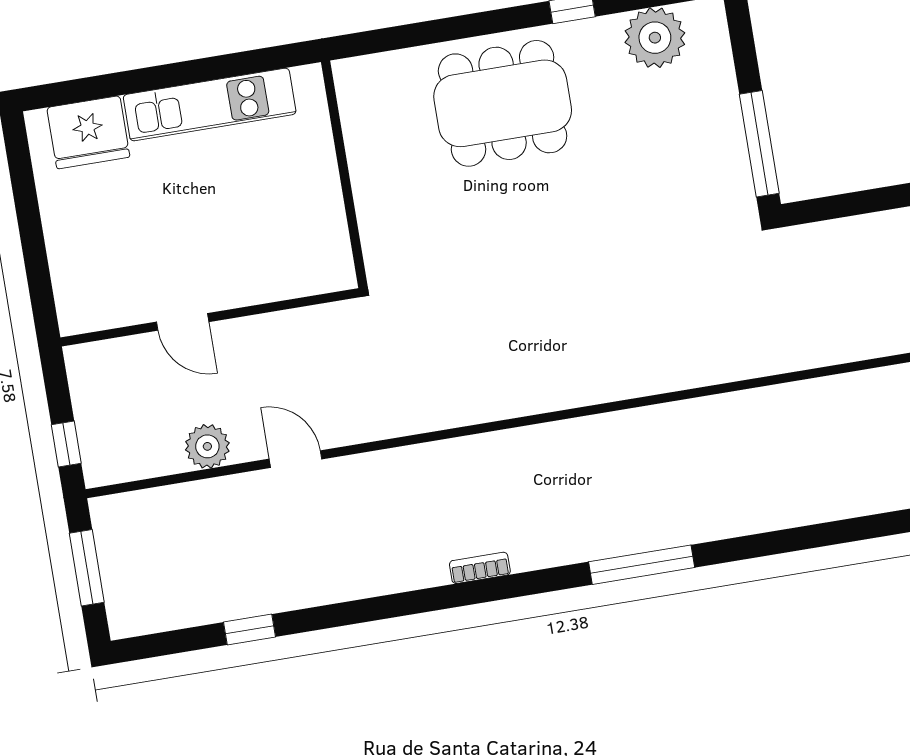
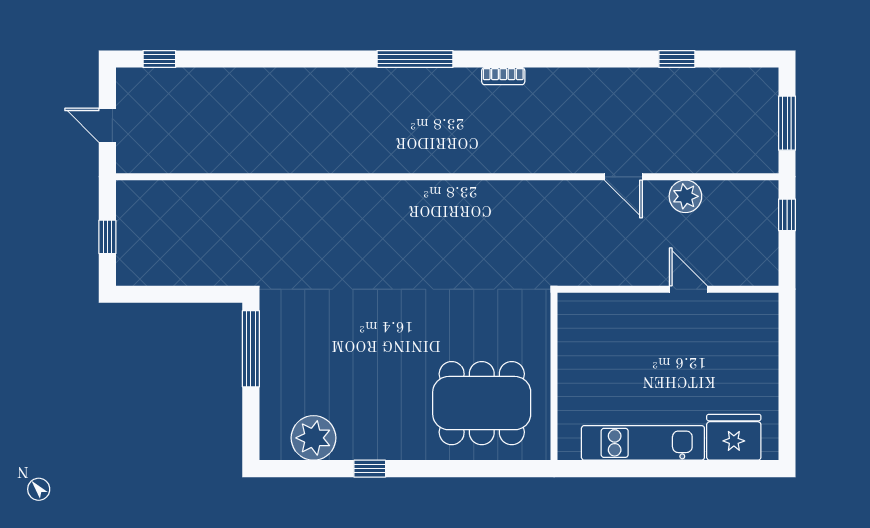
dining table: (503, 103) -> (482, 403), moved
window: (642, 565) -> (415, 59), moved

